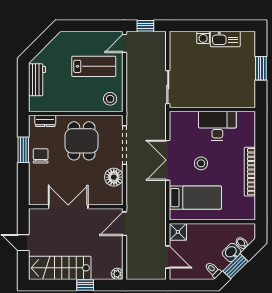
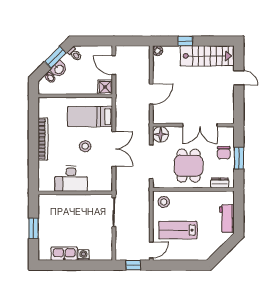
double door: (68, 207) -> (200, 125), moved
wall: (76, 207) -> (193, 125), moved

